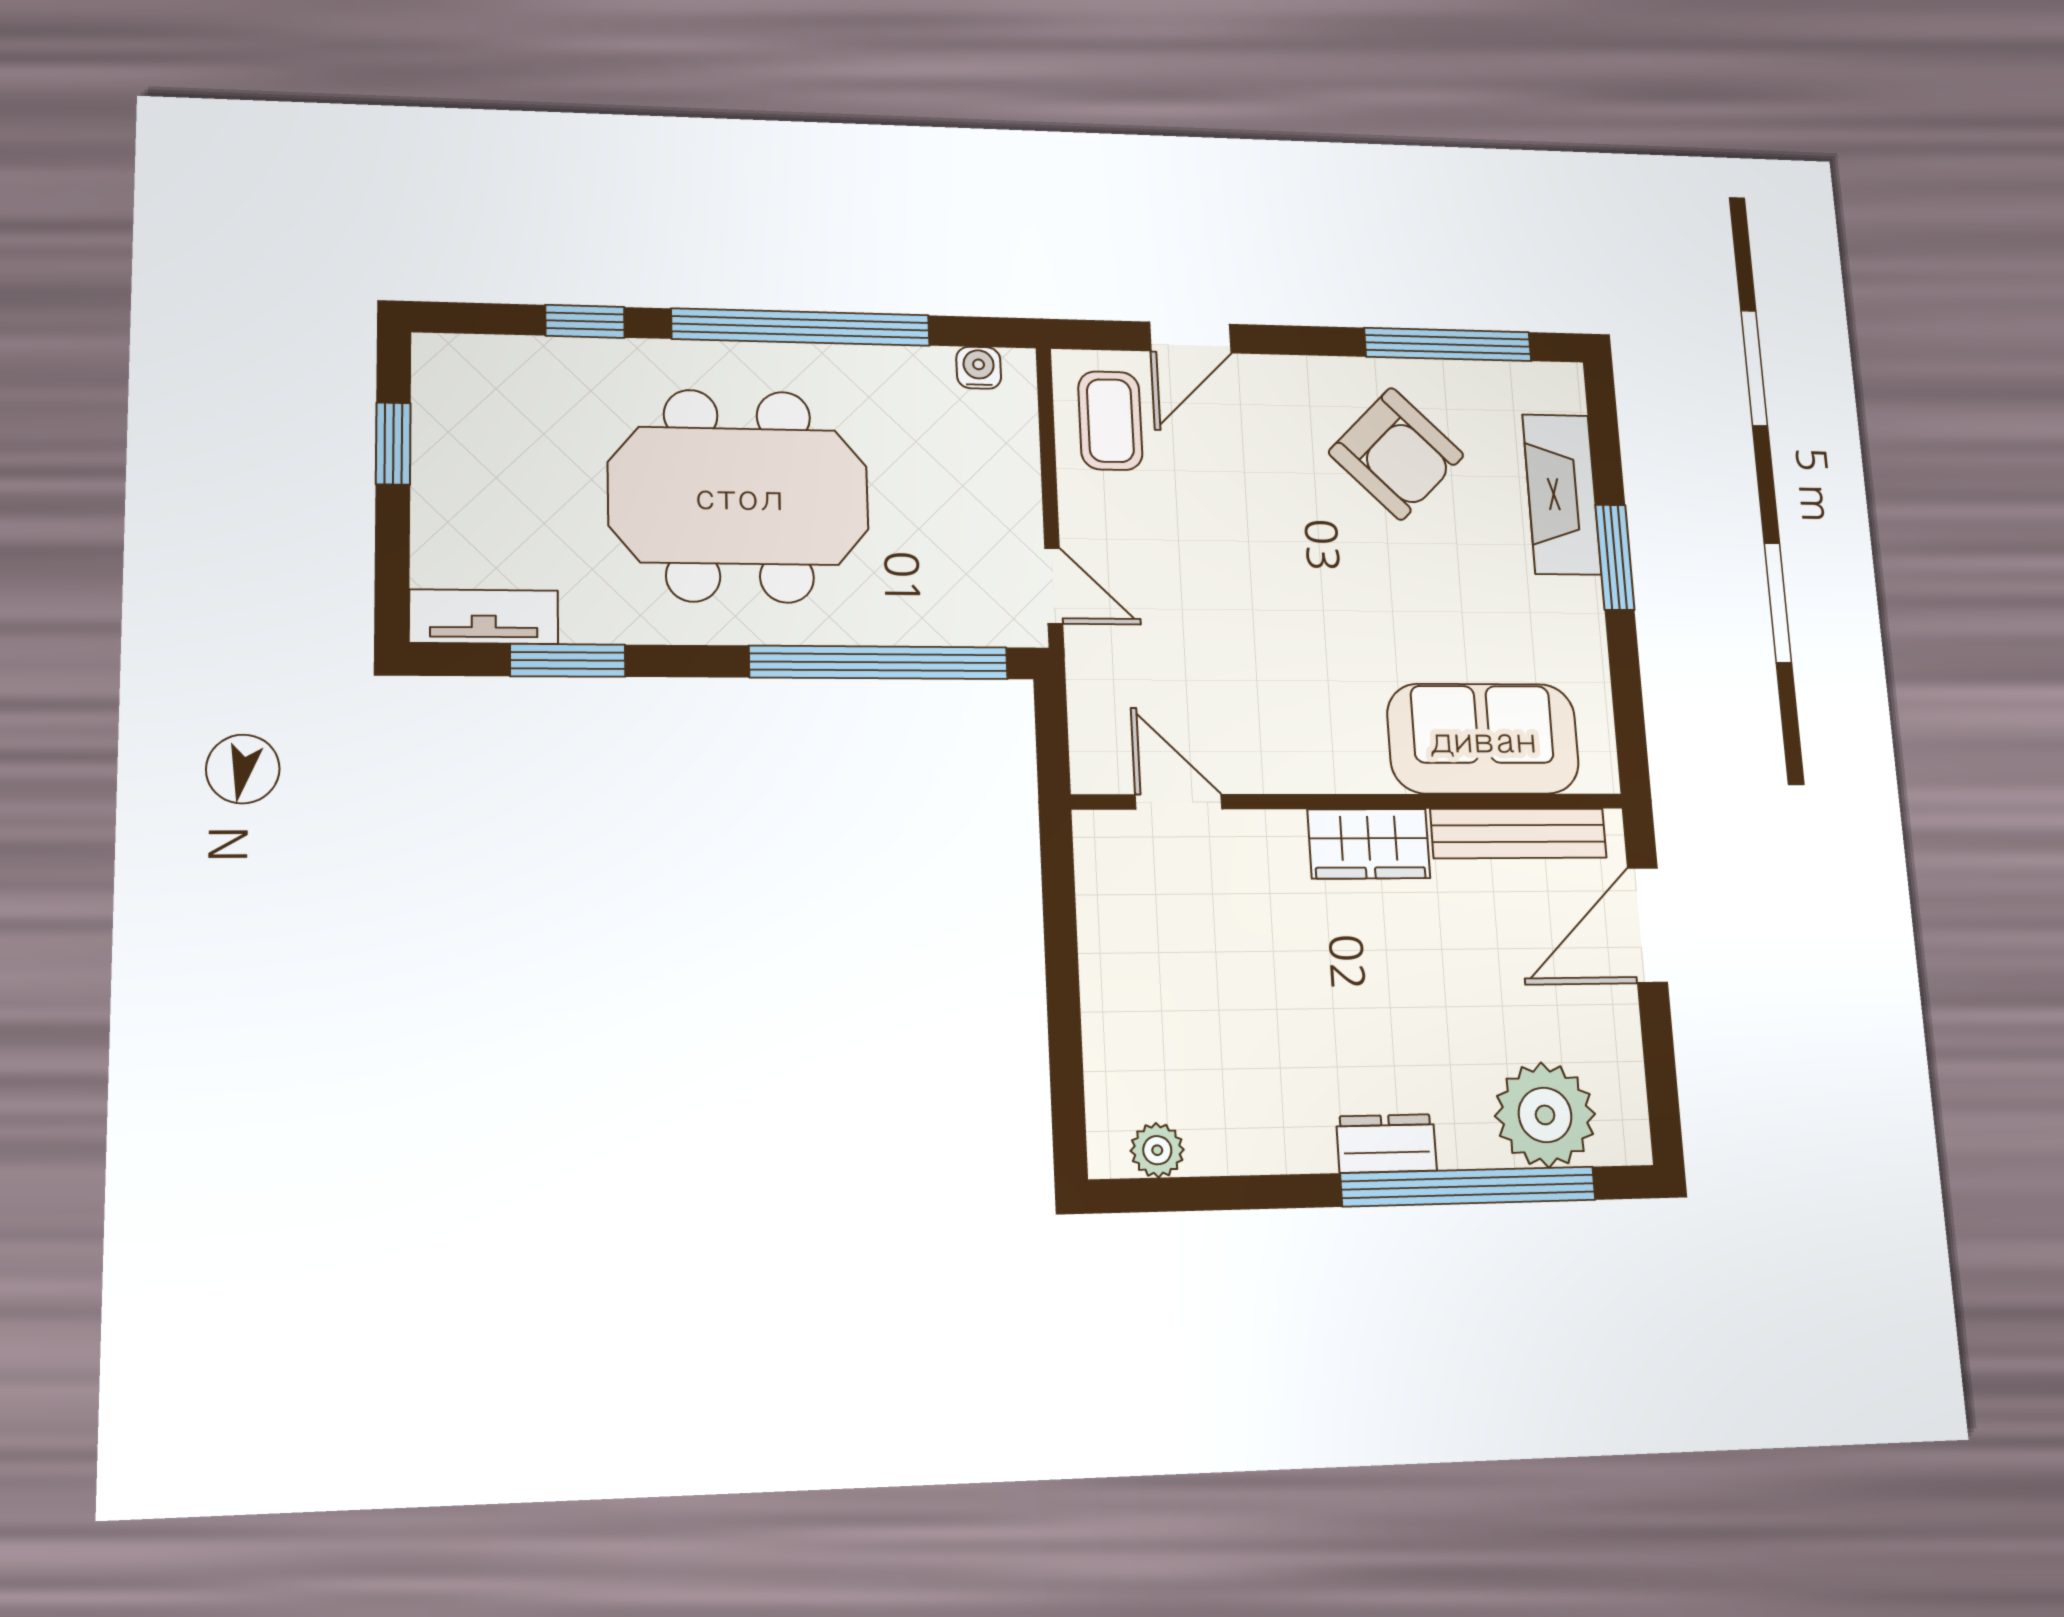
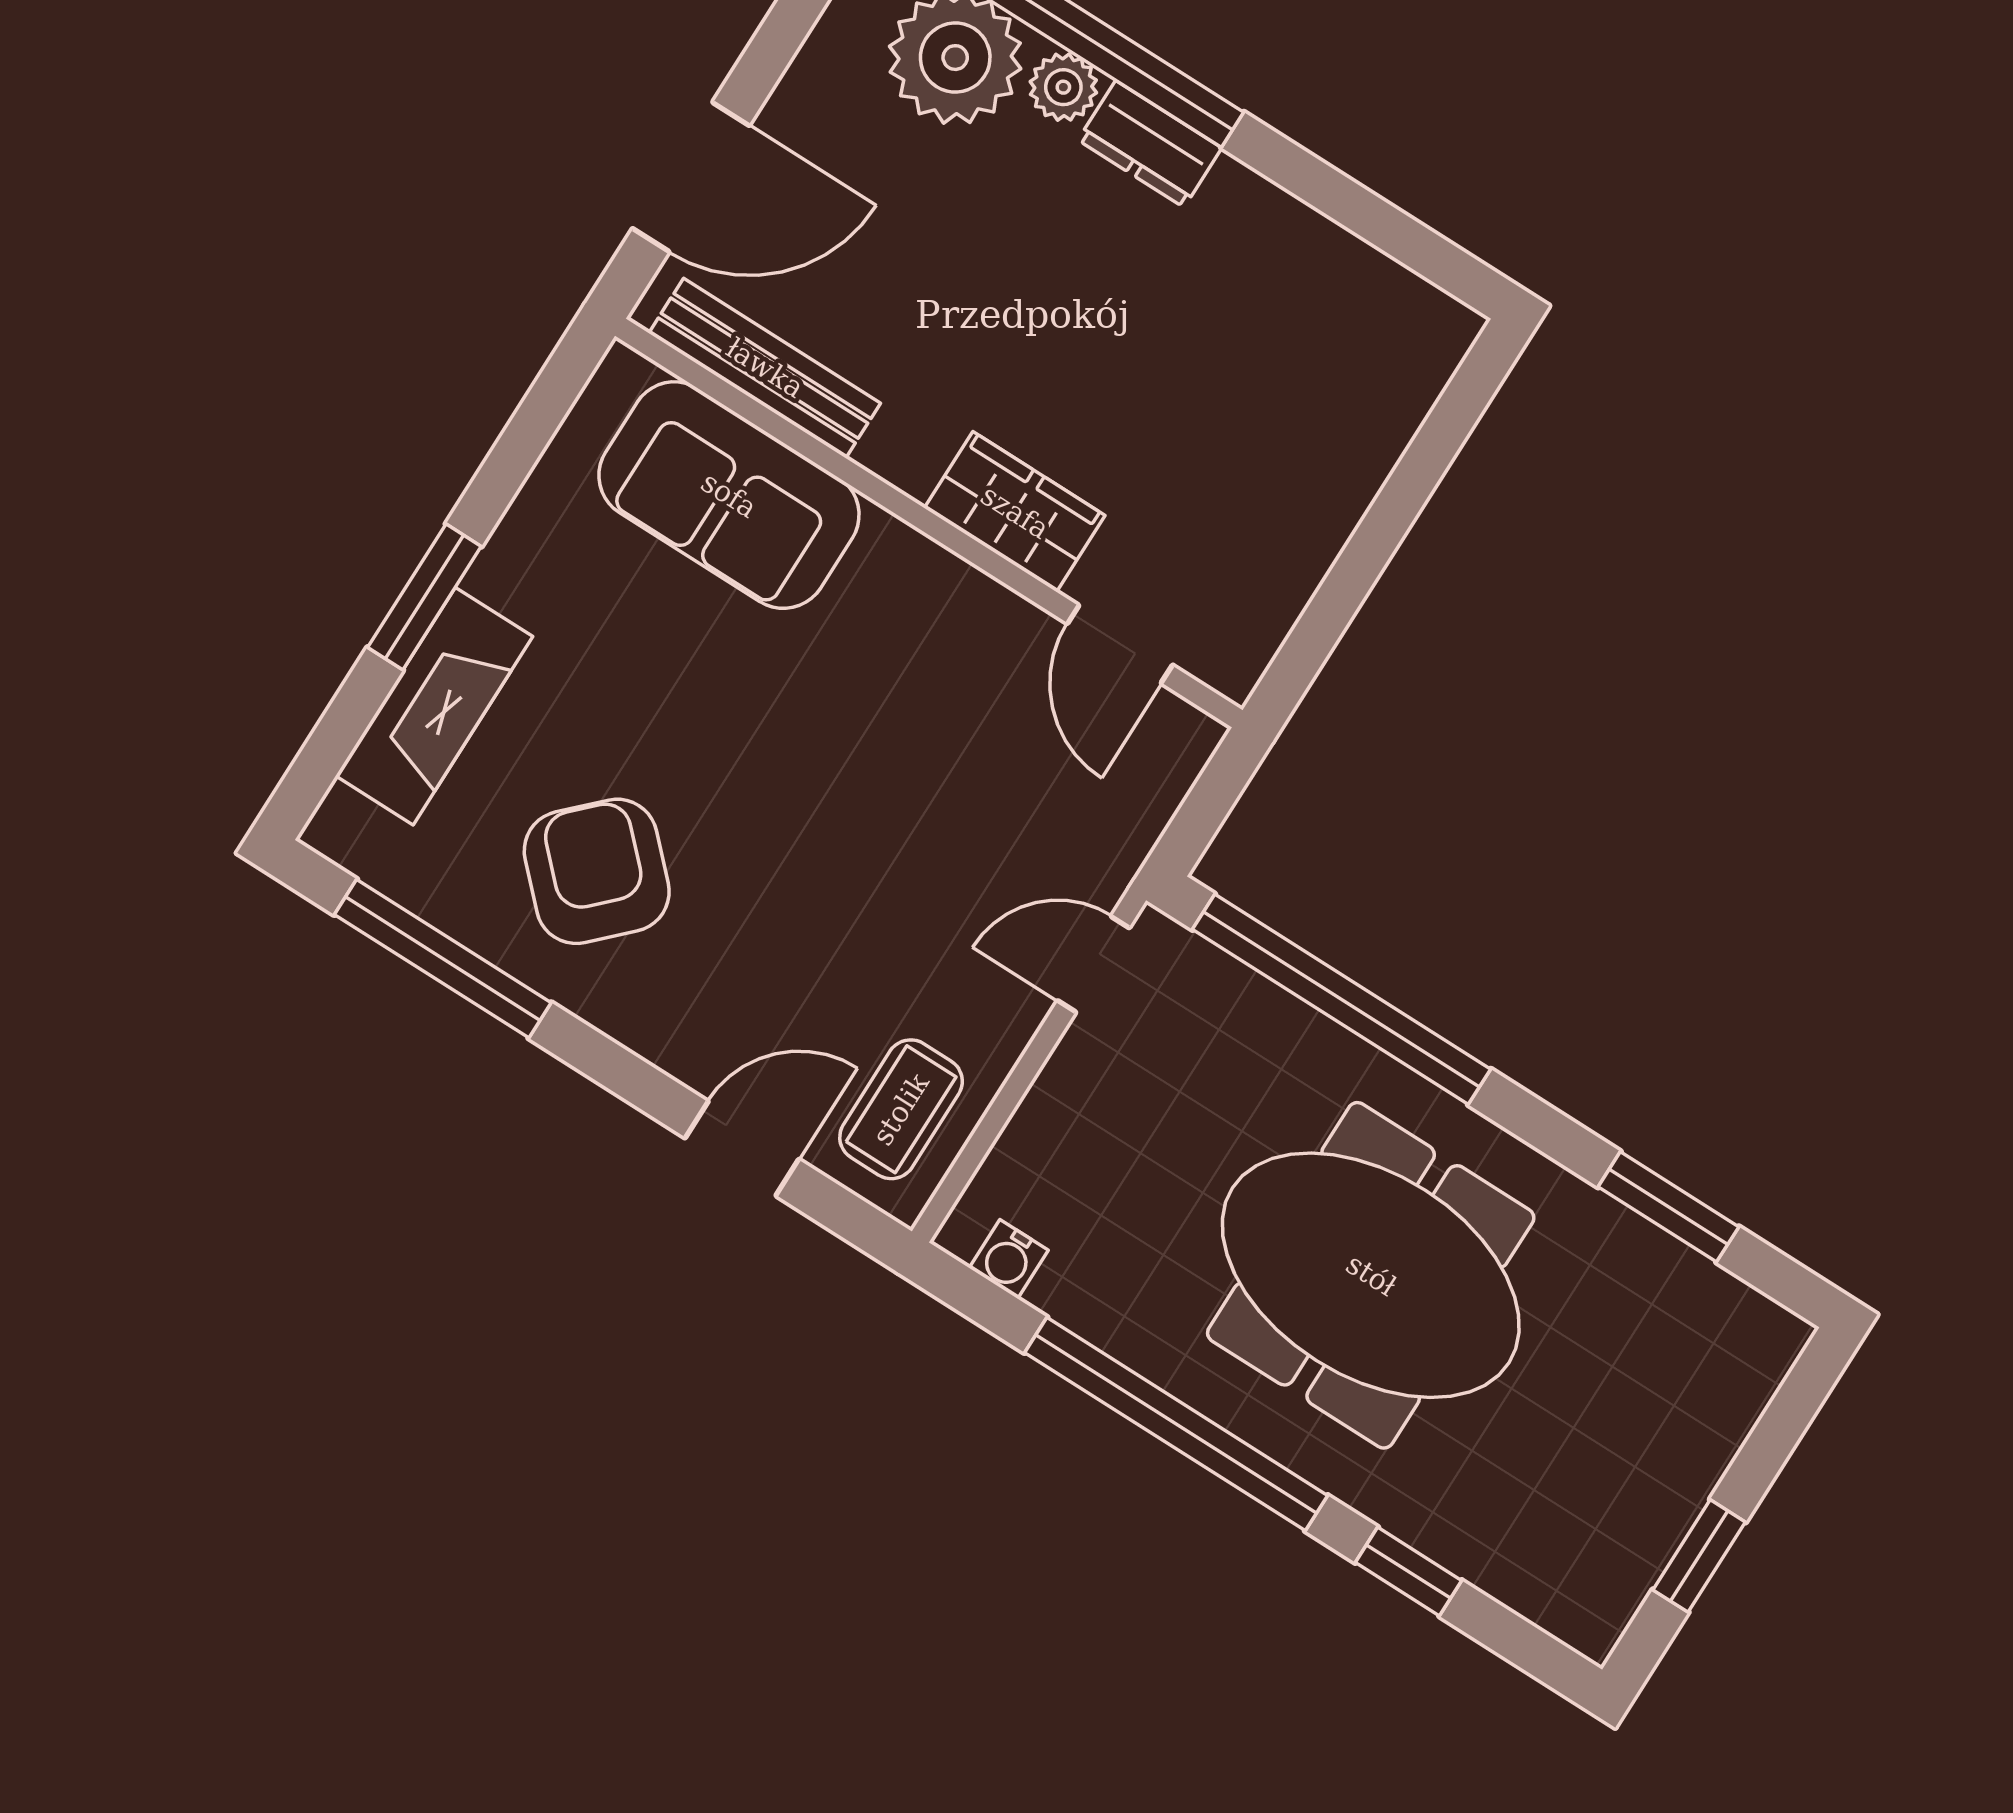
door: (1054, 586) -> (1093, 964), hinge flipped
tv unit: (484, 617) -> (1725, 1308), removed
wardrobe: (1369, 844) -> (1015, 512), moved
plant: (1157, 1150) -> (1063, 87), moved

